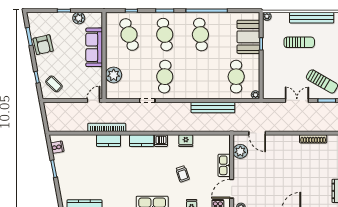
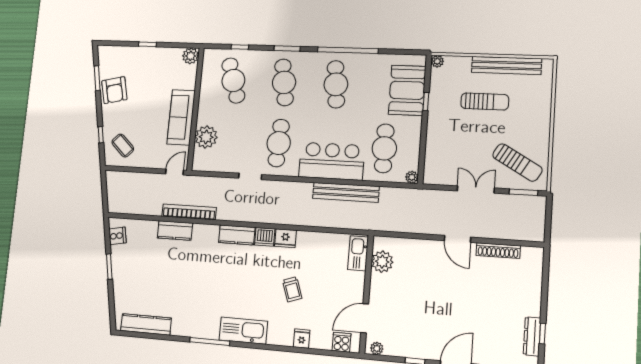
plant: (79, 18) -> (191, 56), moved
sofa: (94, 47) -> (181, 117), moved
bar counter: (202, 87) -> (332, 161), added
door: (257, 133) -> (458, 239), moved
kitchen counter: (108, 141) -> (175, 230), moved
fridge: (186, 141) -> (285, 238), moved
kitchen sink: (224, 165) -> (358, 253), moved

